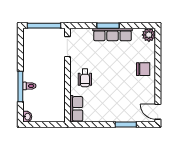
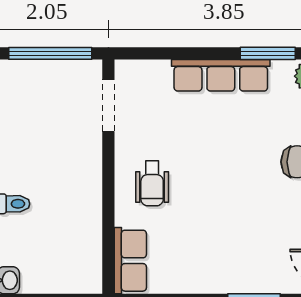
window: (108, 26) -> (268, 53), moved

